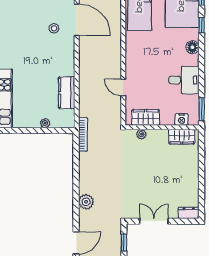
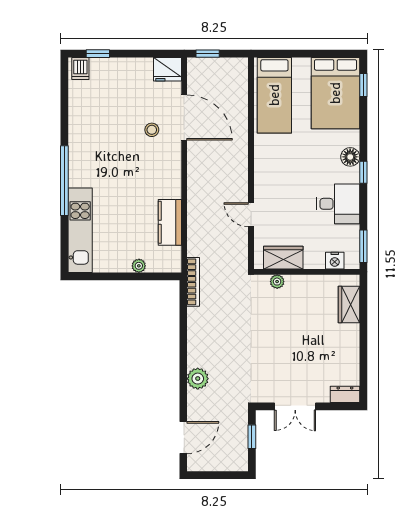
window: (202, 25) -> (363, 172), moved
wardrobe: (182, 137) -> (349, 304), moved, turned 90
double door: (154, 221) -> (295, 406), swing flipped

